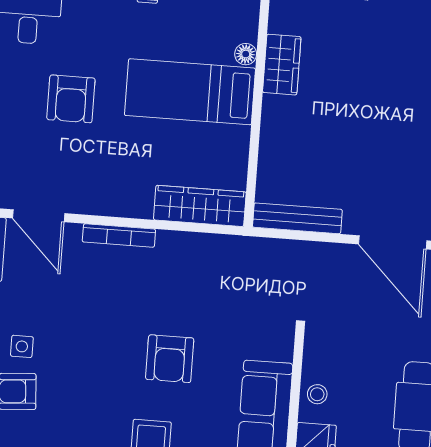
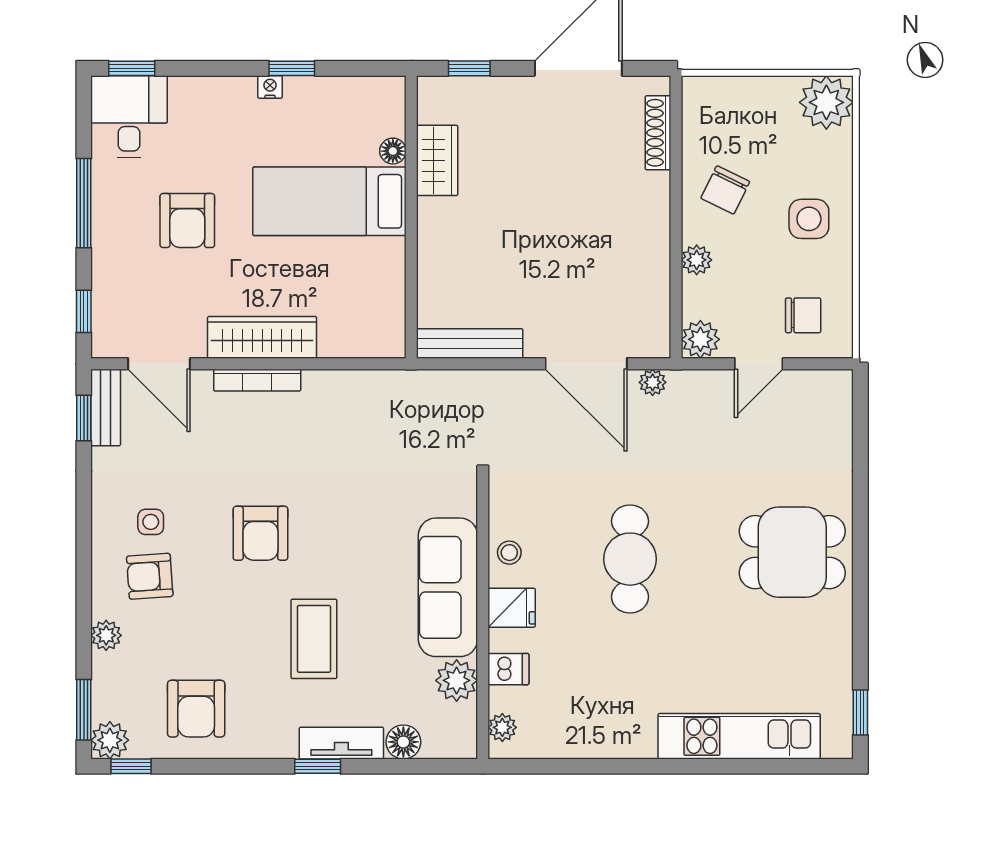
wardrobe: (200, 206) -> (262, 337), moved
armchair: (170, 359) -> (260, 533), moved

